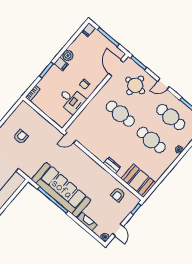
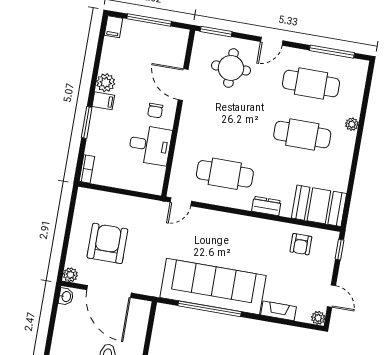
door: (116, 68) -> (183, 85), moved
cafe table: (120, 114) -> (225, 174), moved
armchair: (21, 137) -> (107, 243), width x1.88, depth x1.88

